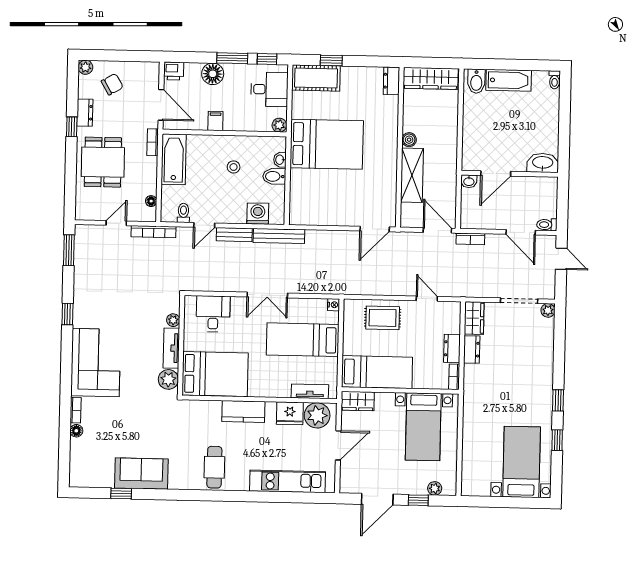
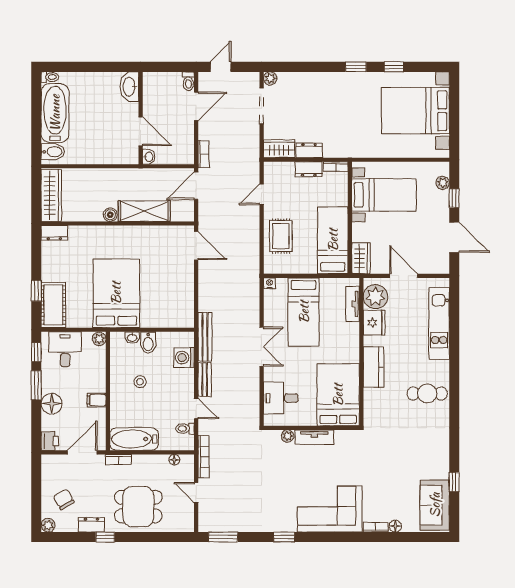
bathtub: (509, 80) -> (55, 113), width x1.36, depth x1.36
plant: (168, 379) -> (344, 439), removed
bed with nightstands: (522, 462) -> (415, 111), width x1.36
sofa: (141, 474) -> (435, 505), moved

